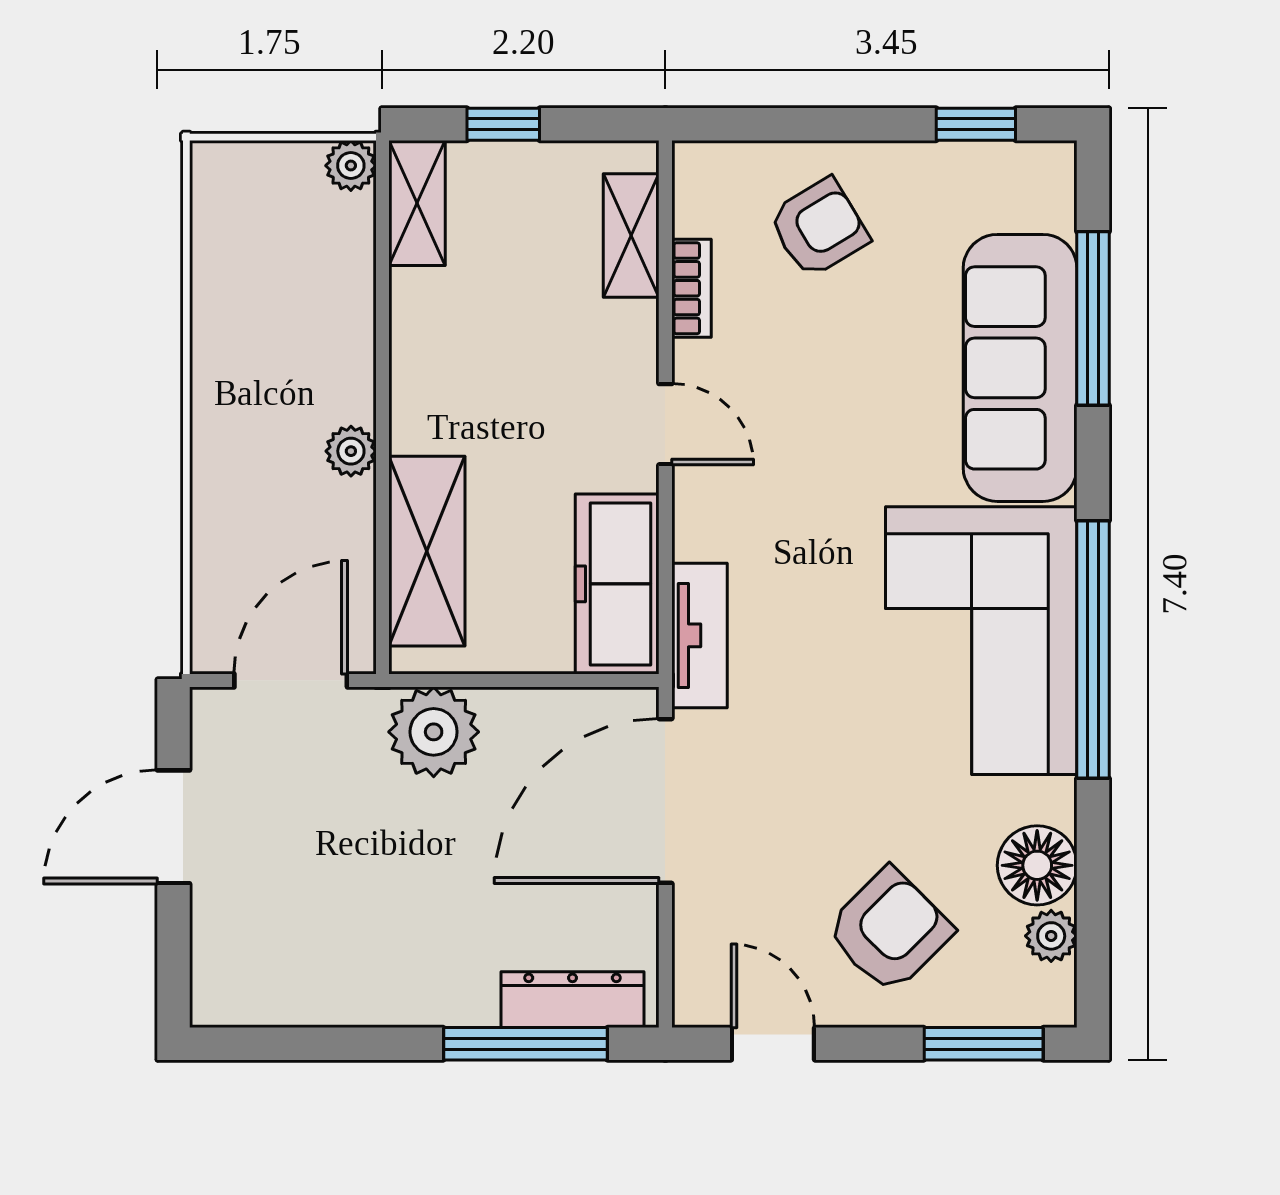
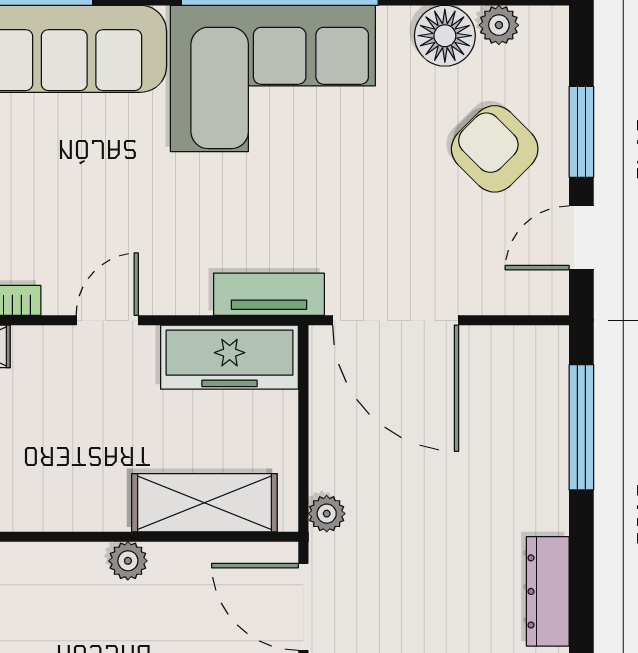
plant: (434, 732) -> (327, 514), width x0.53, depth x0.53
dresser: (573, 1000) -> (548, 591), moved
window: (984, 1044) -> (581, 132), moved

